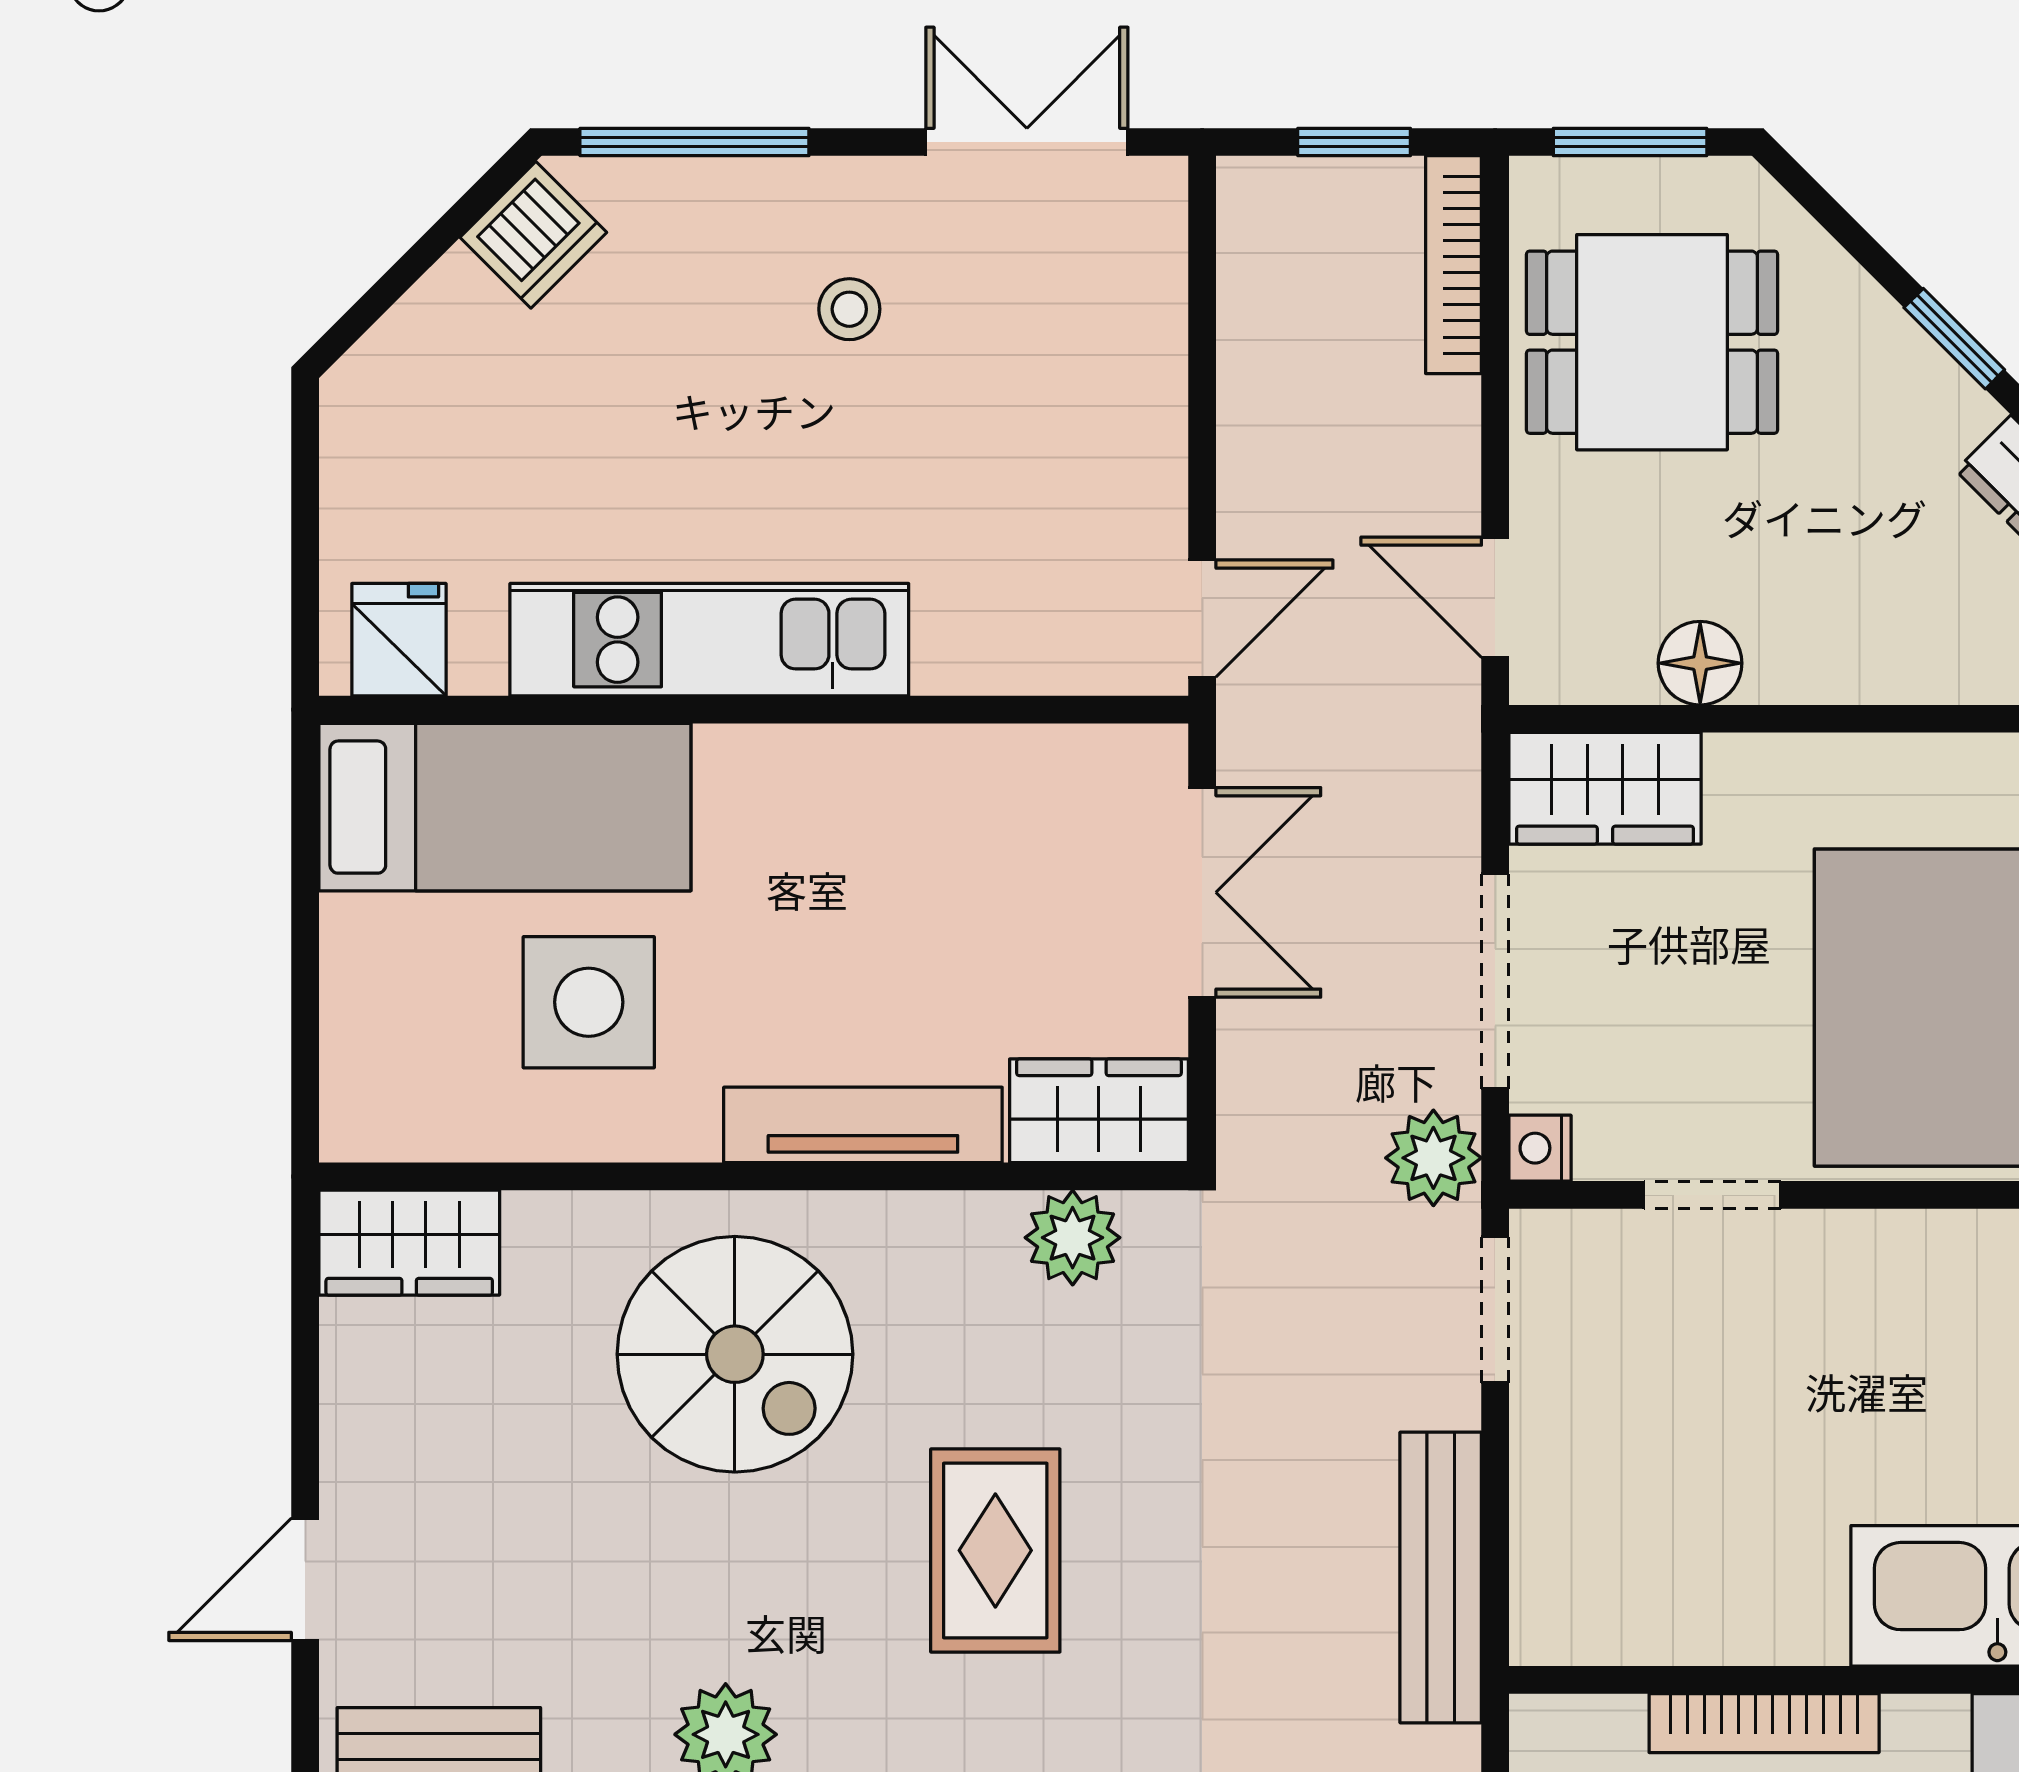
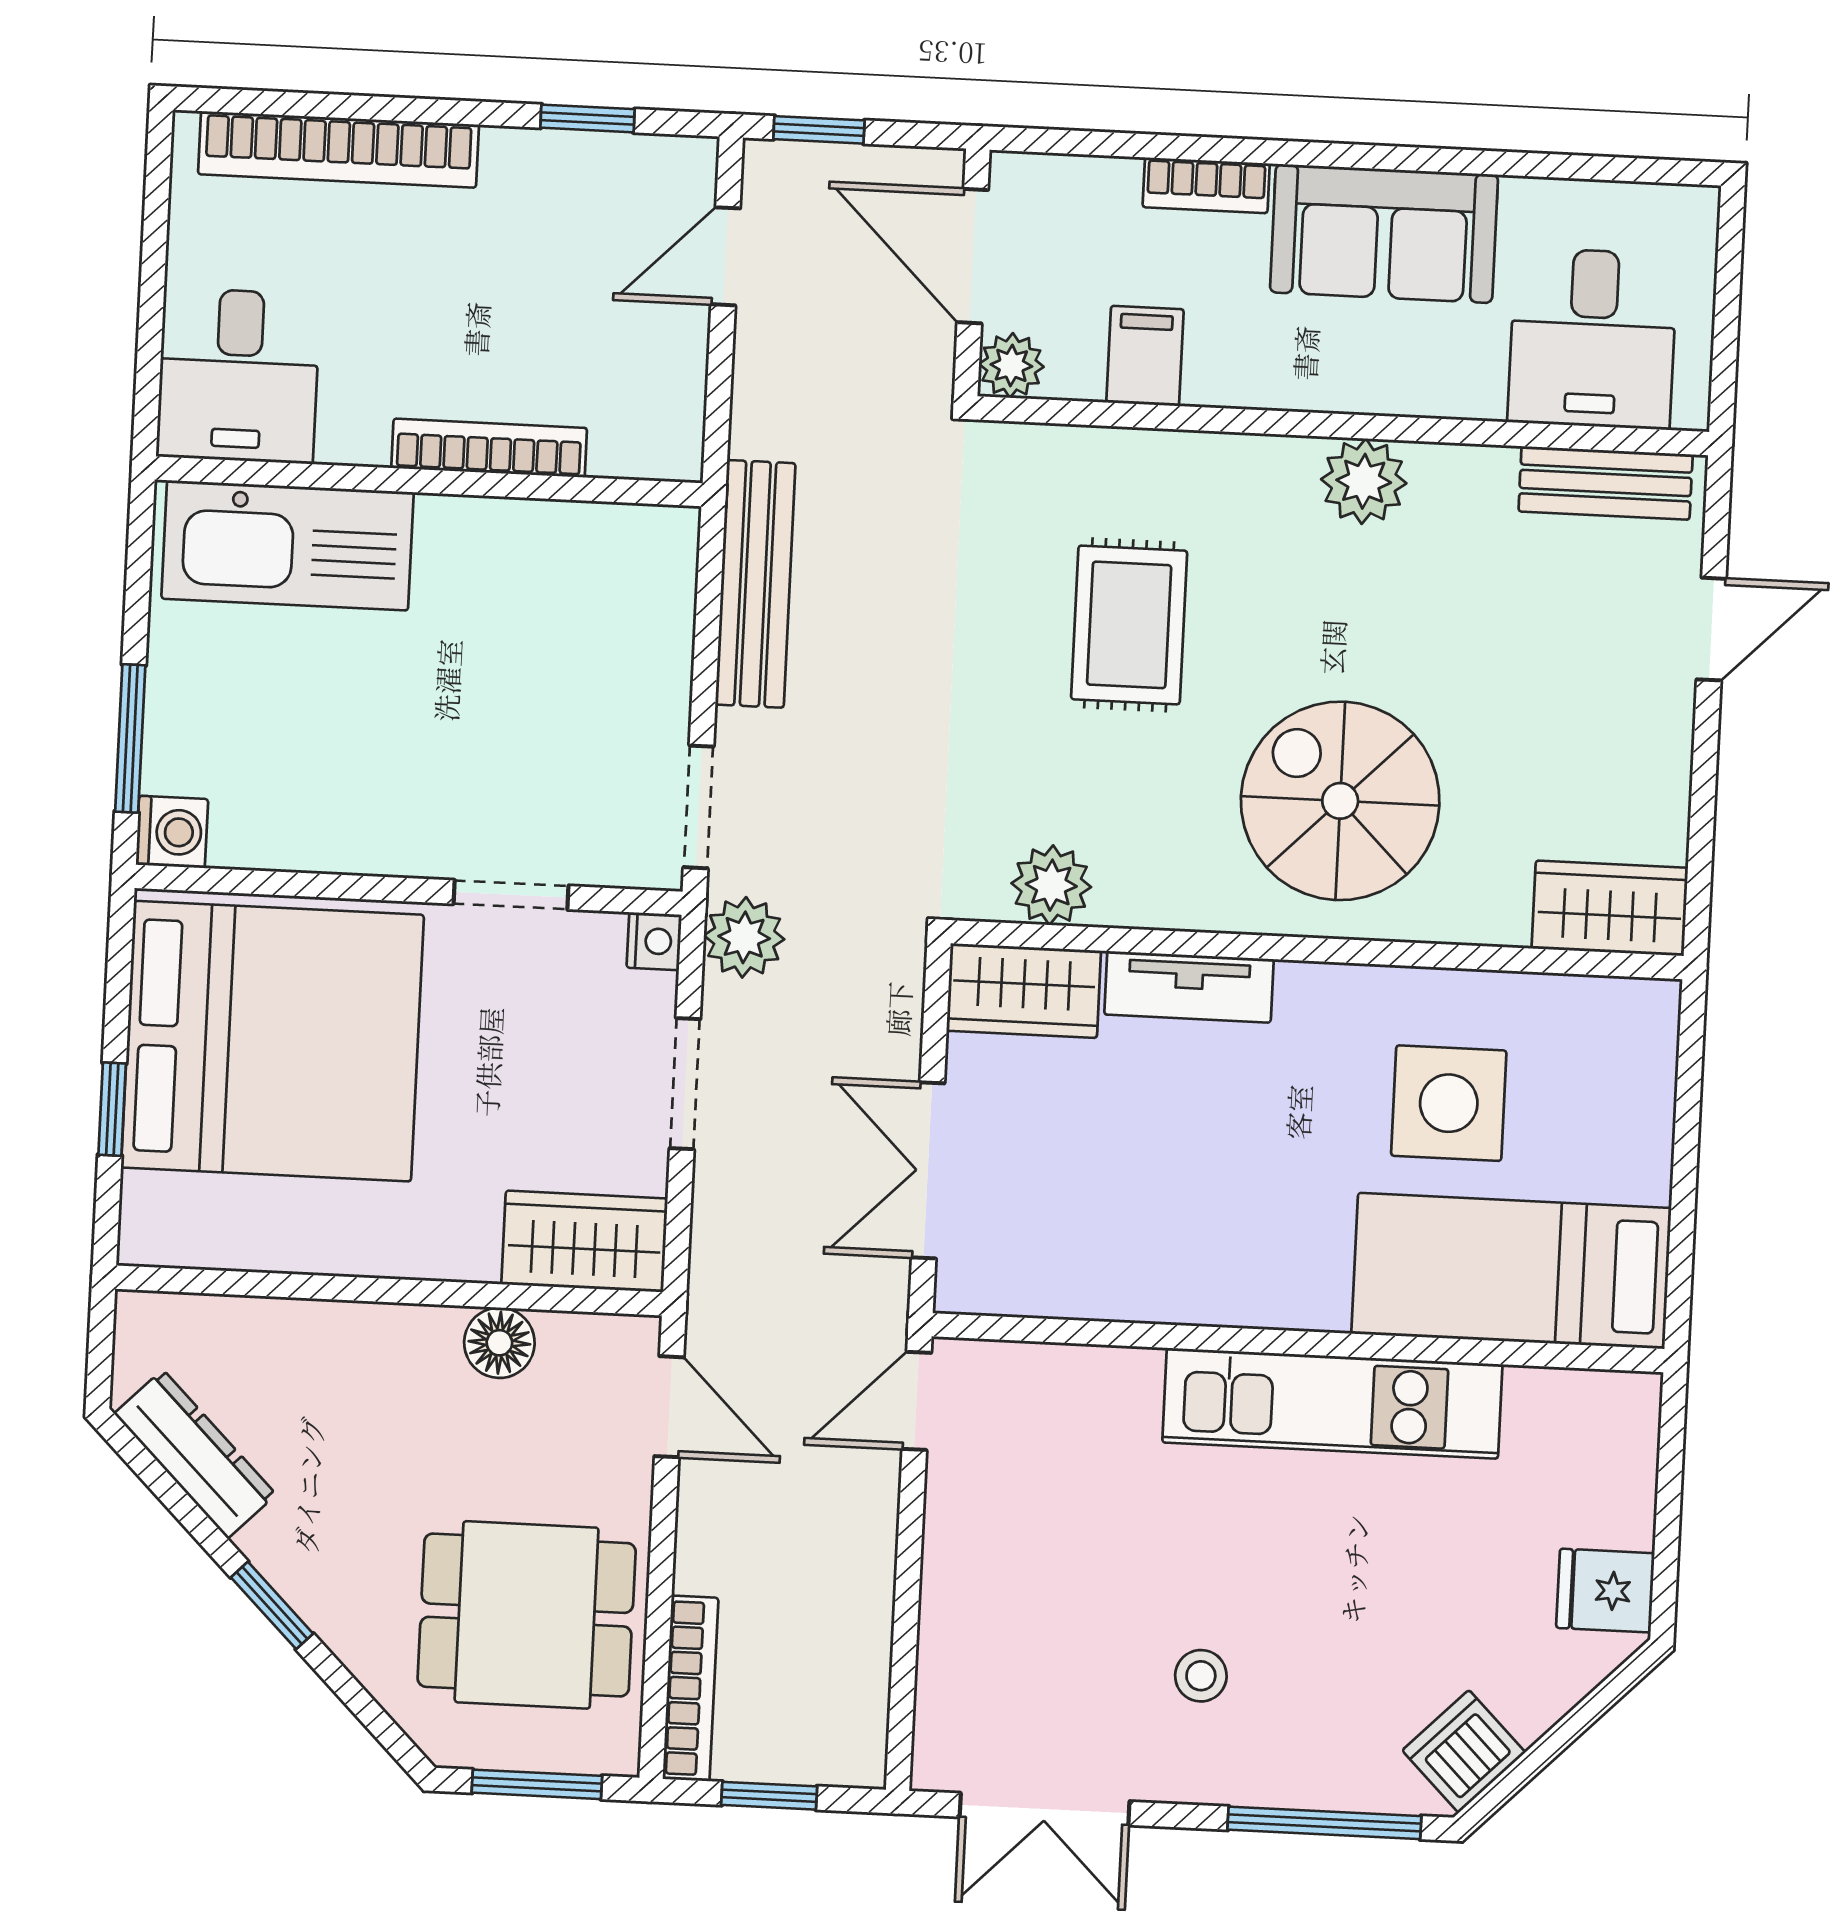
fridge: (399, 640) -> (1605, 1591), moved, turned 90
doorway: (1495, 981) -> (685, 1084), width x0.73
tv unit: (863, 1125) -> (1189, 987), width x0.71

